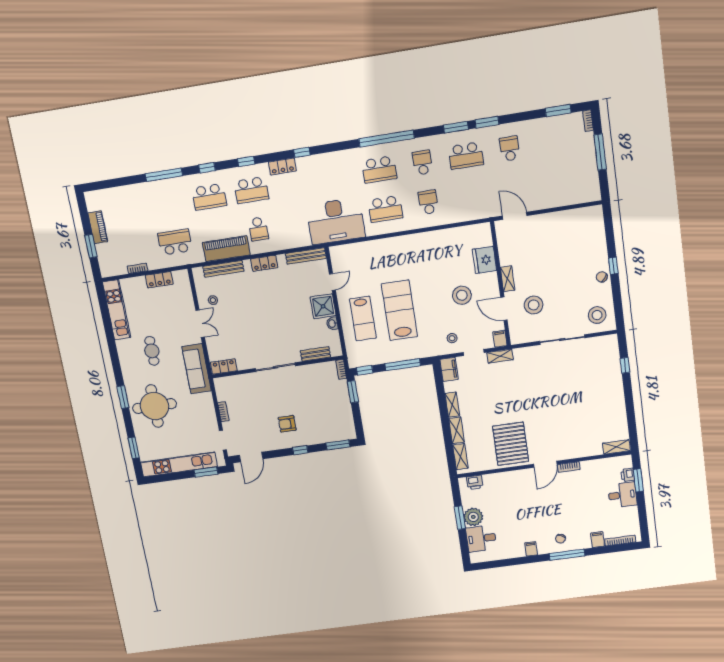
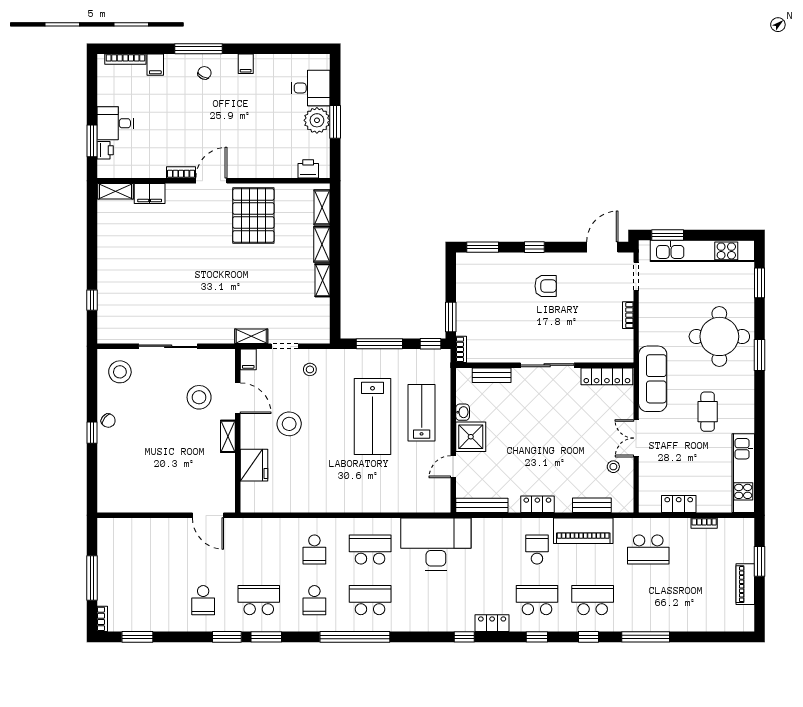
bench: (223, 269) -> (592, 505), width x0.73
locker: (224, 367) -> (607, 376), width x1.53
filing cabinet: (449, 369) -> (150, 193), moved, turned -90

